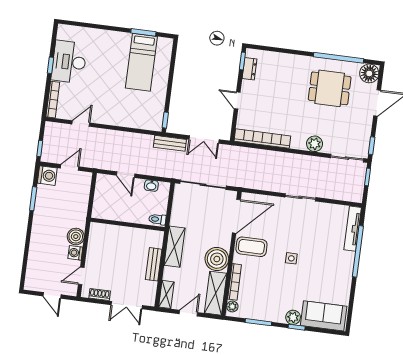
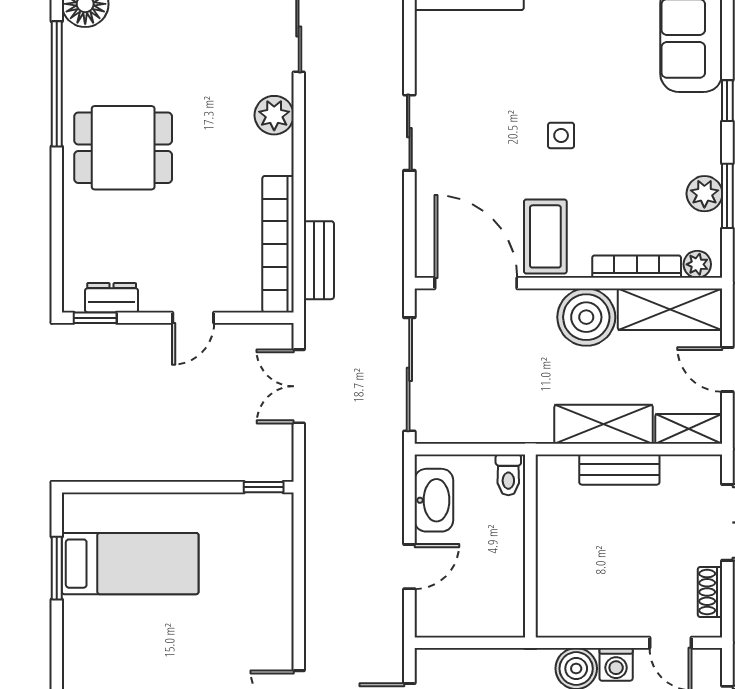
dining table: (330, 88) -> (123, 148), moved, turned 90
double door: (204, 139) -> (299, 386), swing flipped
bench: (170, 143) -> (319, 260), moved
washbasin: (151, 186) -> (434, 500), width x1.91, depth x1.45
shelving: (175, 247) -> (604, 424), moved
plant: (293, 317) -> (704, 194), moved

